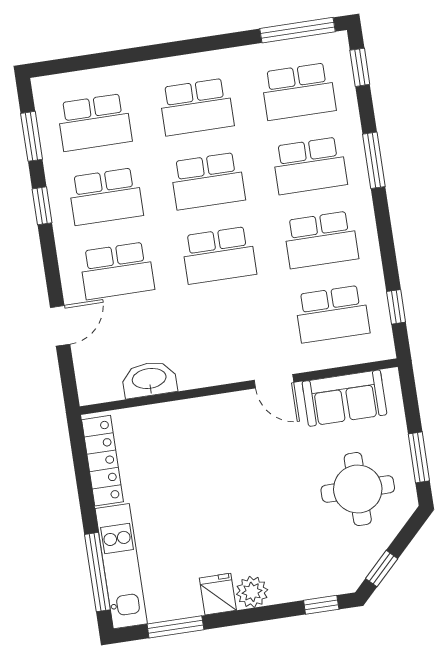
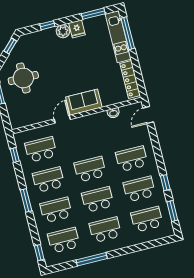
window: (298, 30) -> (92, 259), moved
window: (374, 160) -> (26, 200), moved
door: (60, 326) -> (148, 115), moved
washbasin: (149, 379) -> (113, 113), width x0.52, depth x0.69
door: (274, 381) -> (62, 119), hinge flipped
sofa: (344, 398) -> (84, 102), moved
window: (321, 605) -> (47, 25), moved

